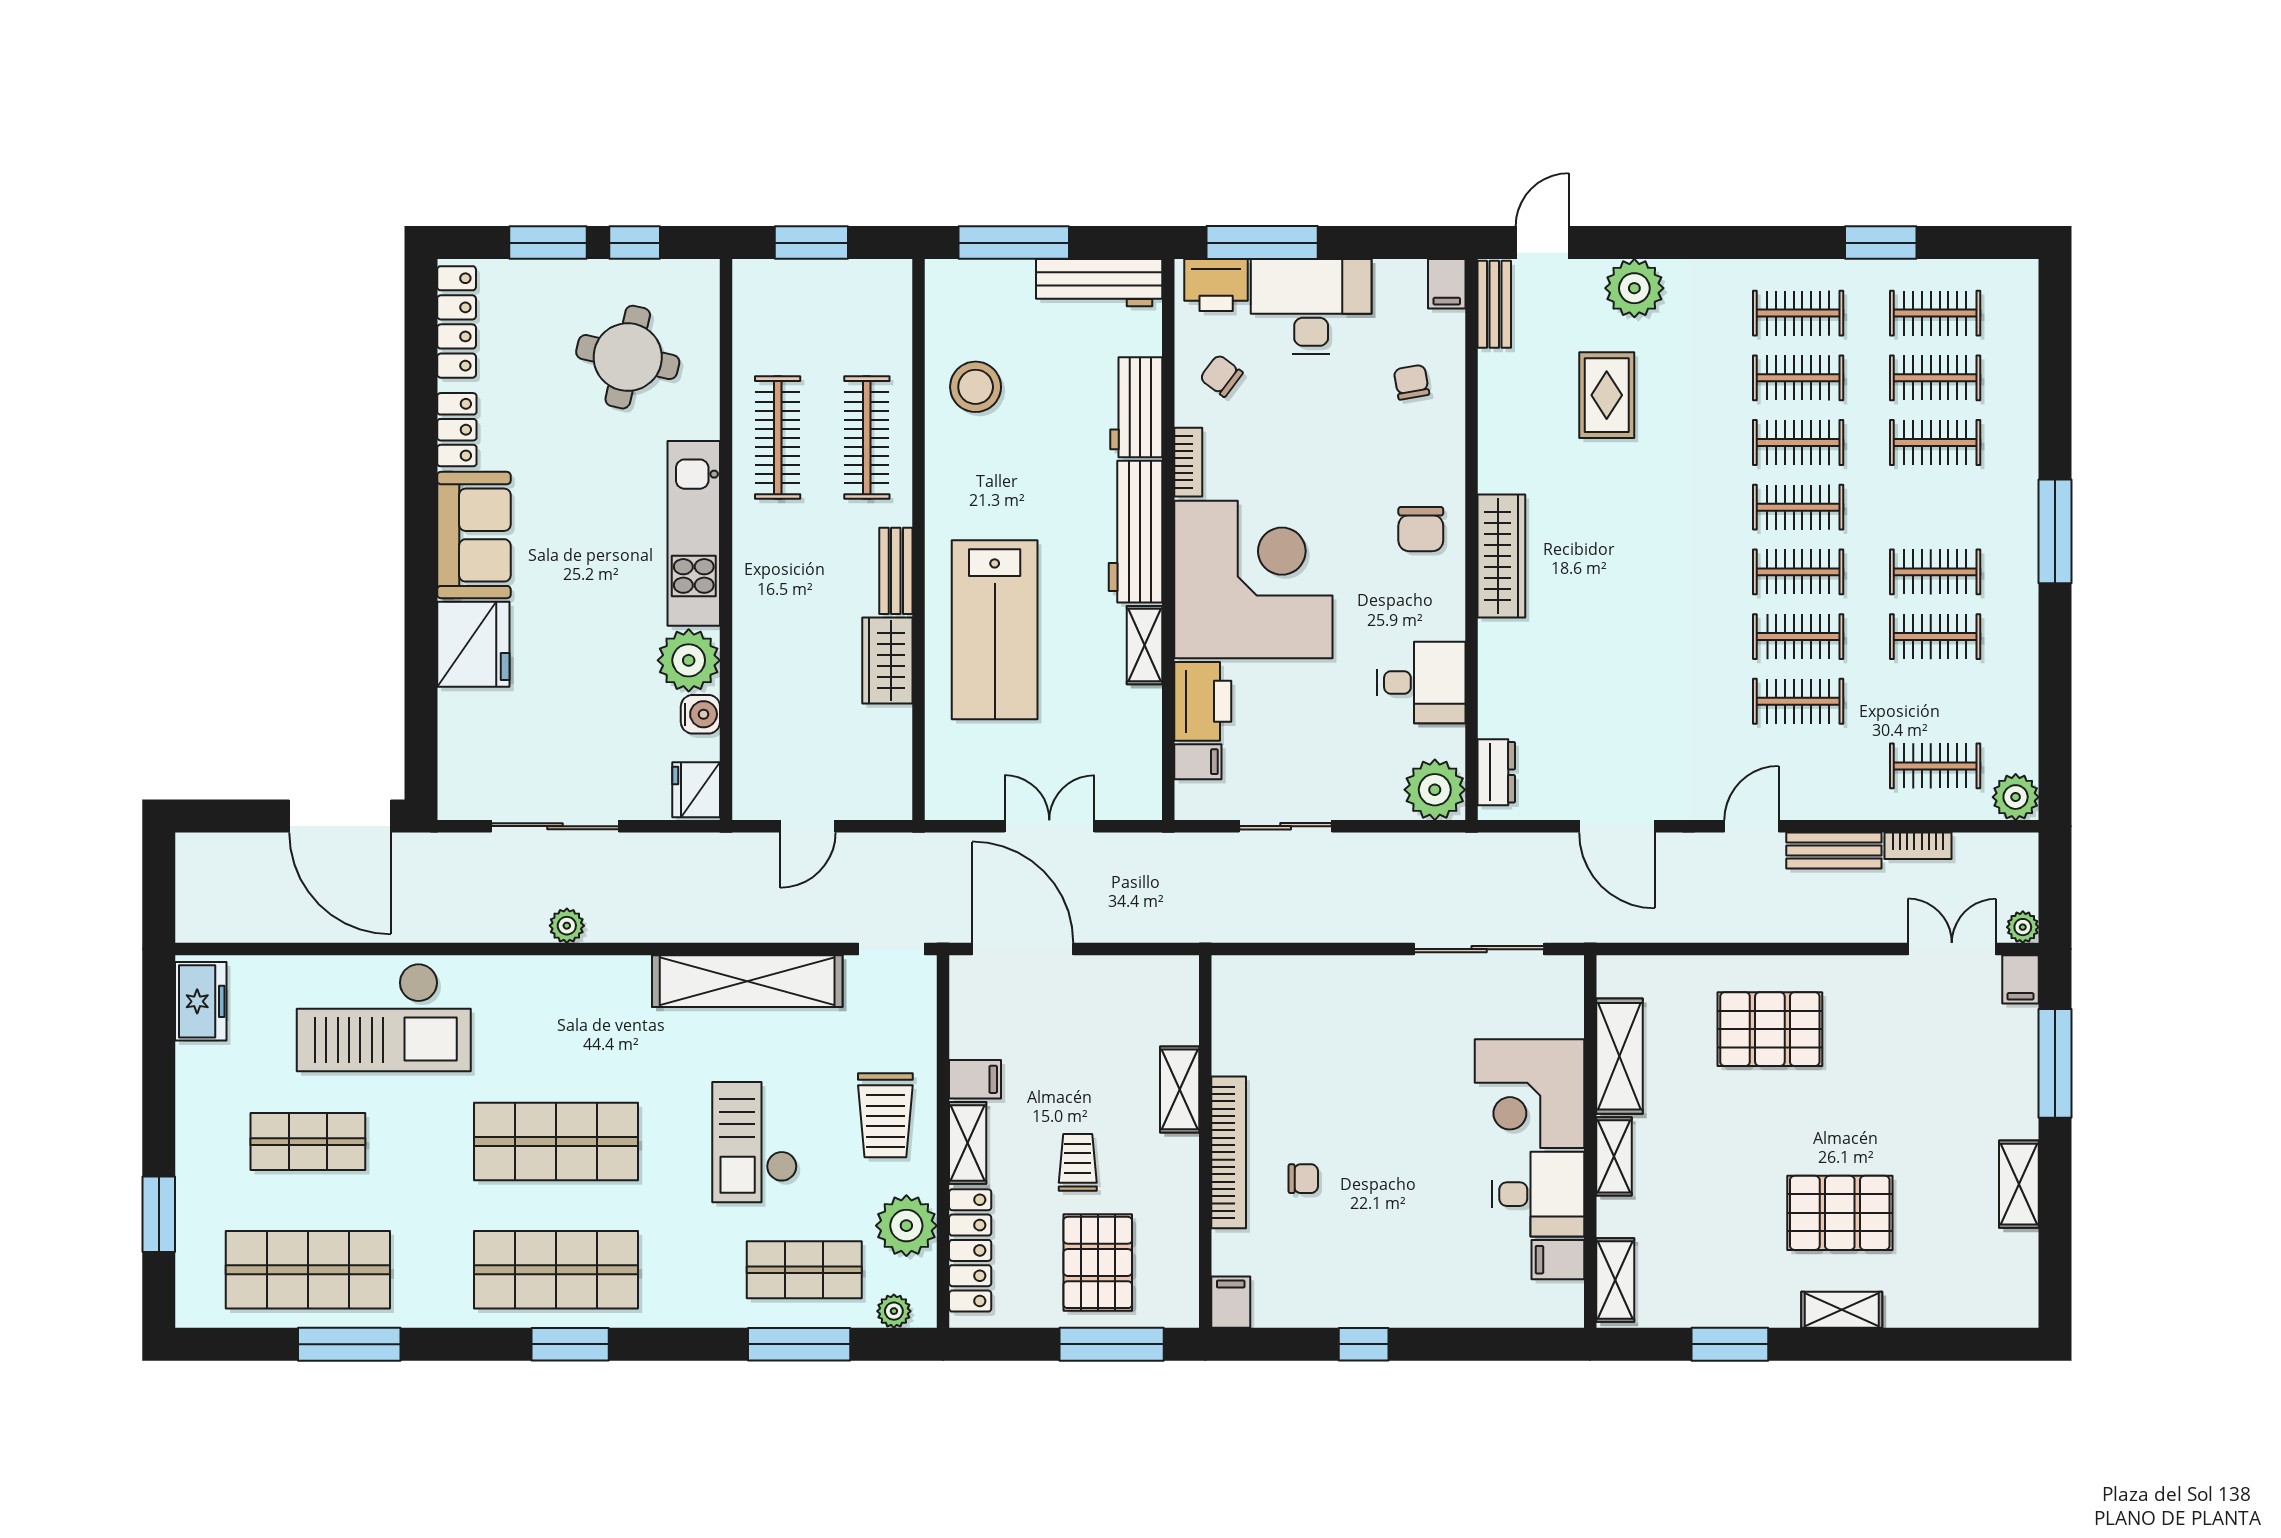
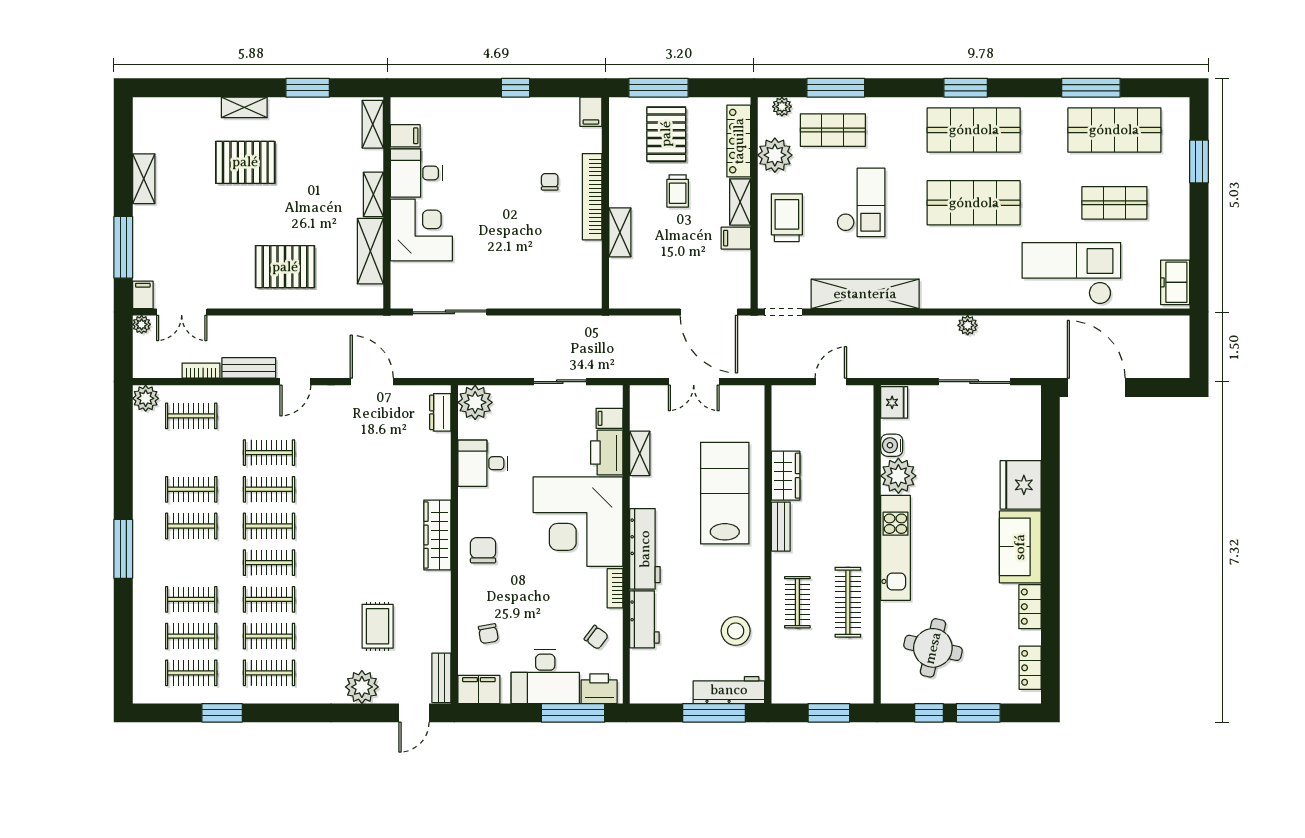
workbench: (1099, 283) -> (729, 690), moved
filing cabinet: (1447, 284) -> (479, 689), width x2.00
locker: (457, 322) -> (1030, 668), width x0.66
clothes rail: (867, 438) -> (797, 602), width x0.73
shelving: (1145, 645) -> (640, 453), moved
chair: (1303, 1179) -> (550, 182), turned 90

